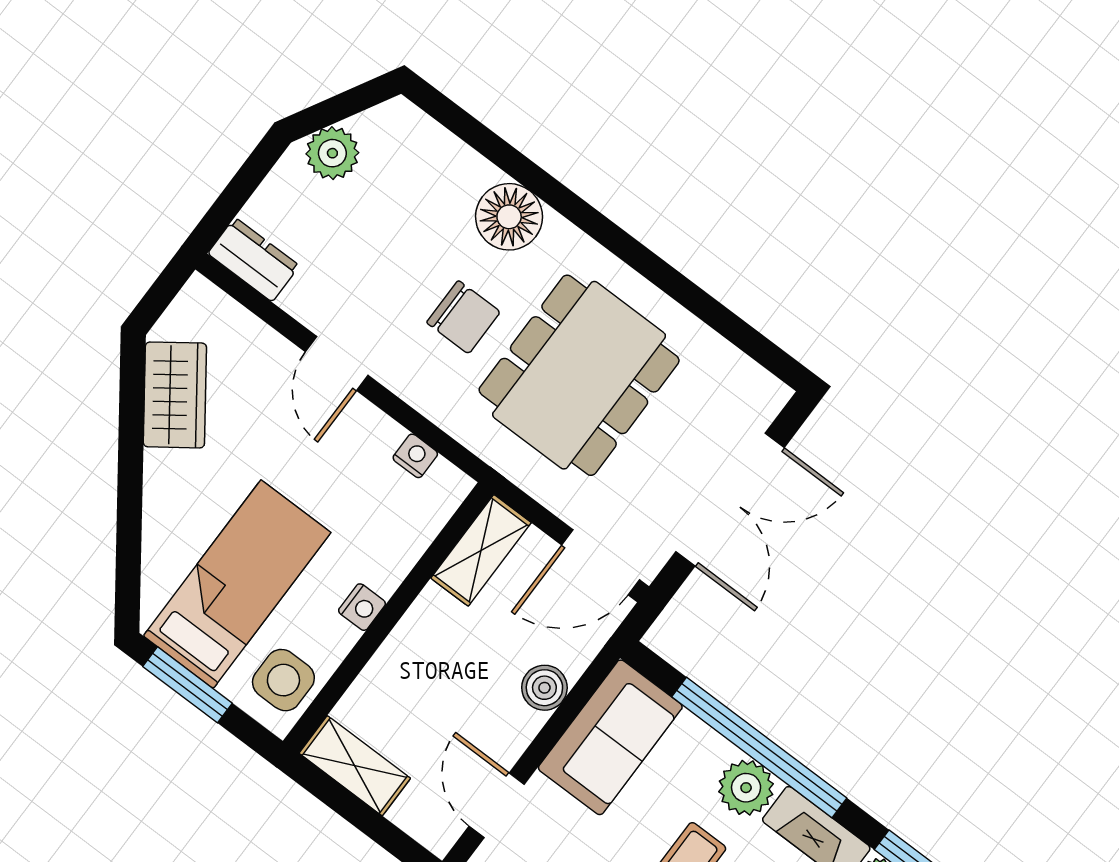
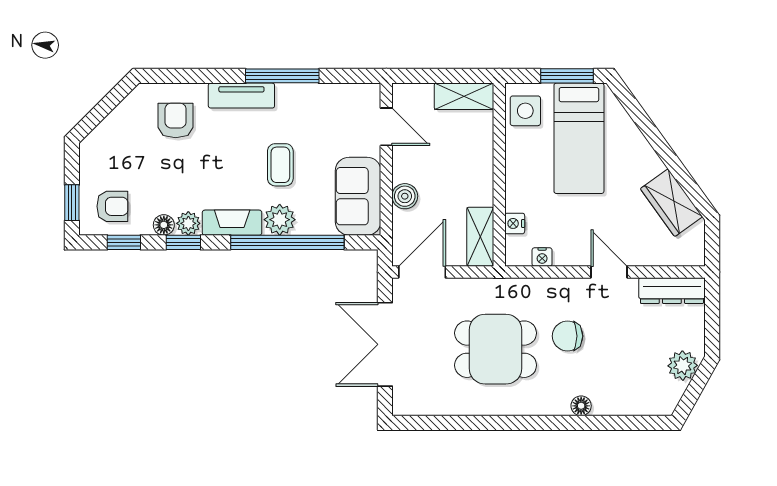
floor lamp: (509, 217) -> (581, 406), width x0.53, depth x0.53
dresser: (254, 260) -> (672, 291), width x1.44
dining table: (579, 375) -> (496, 349), width x0.73
nightstand: (362, 607) -> (515, 223), moved

